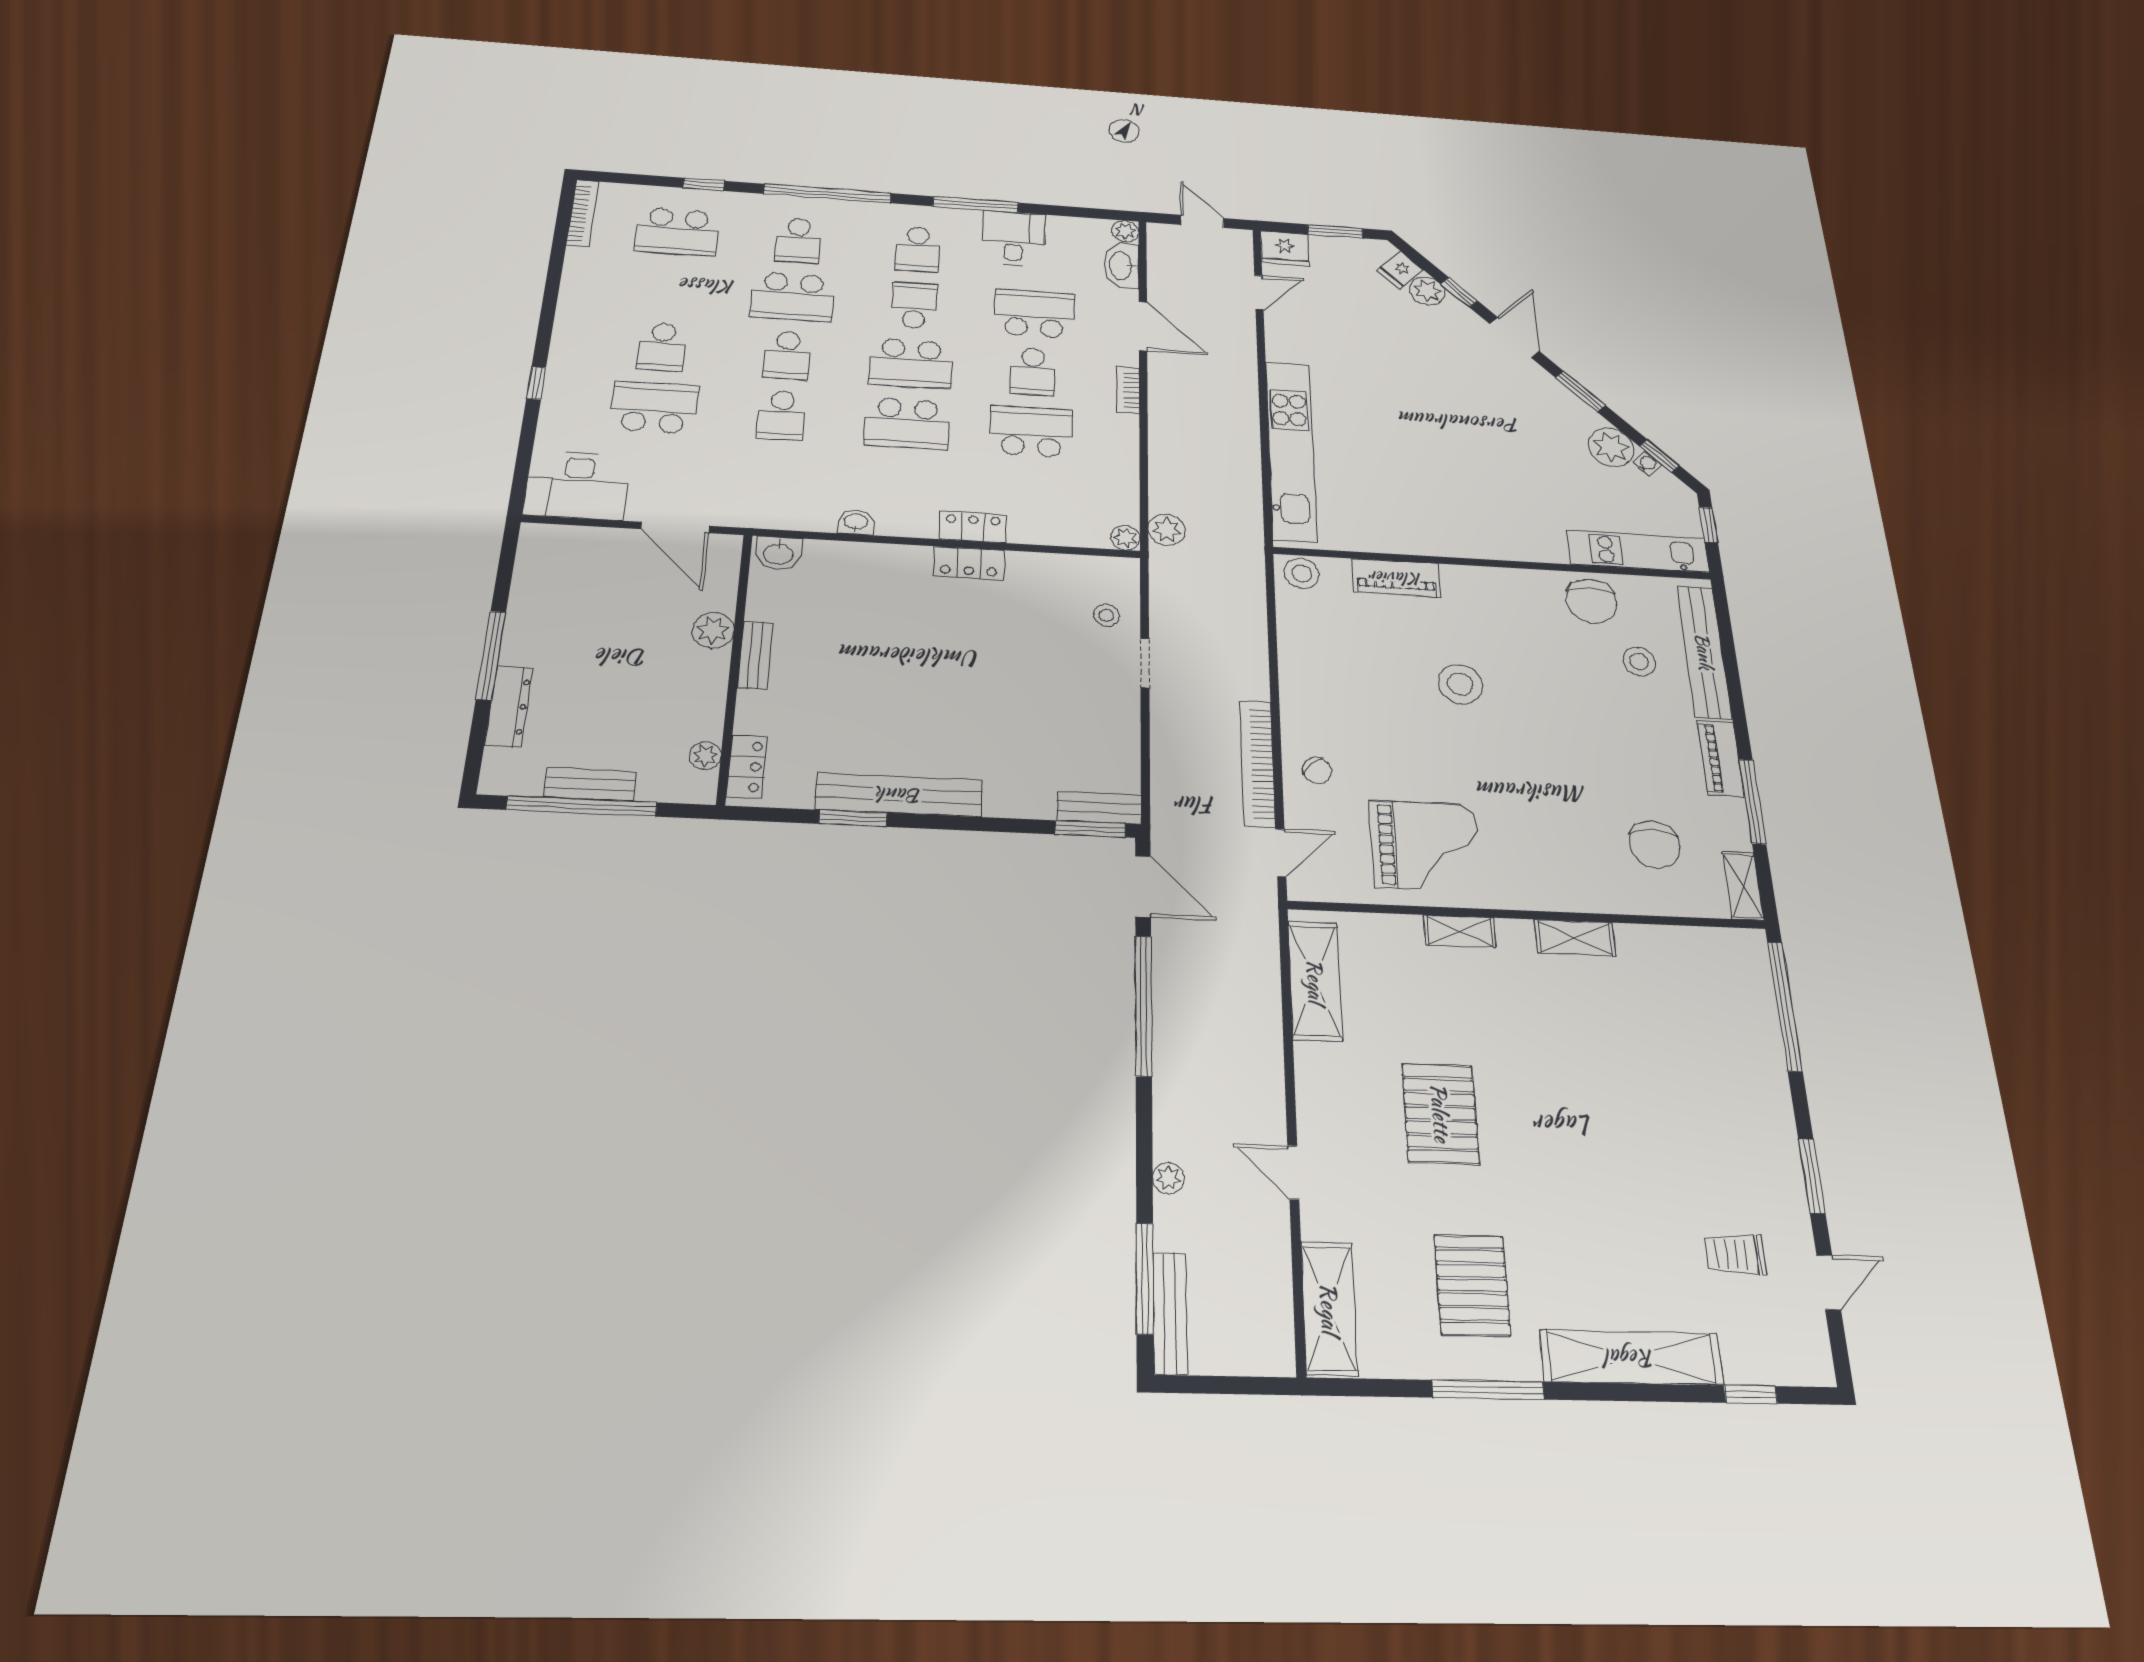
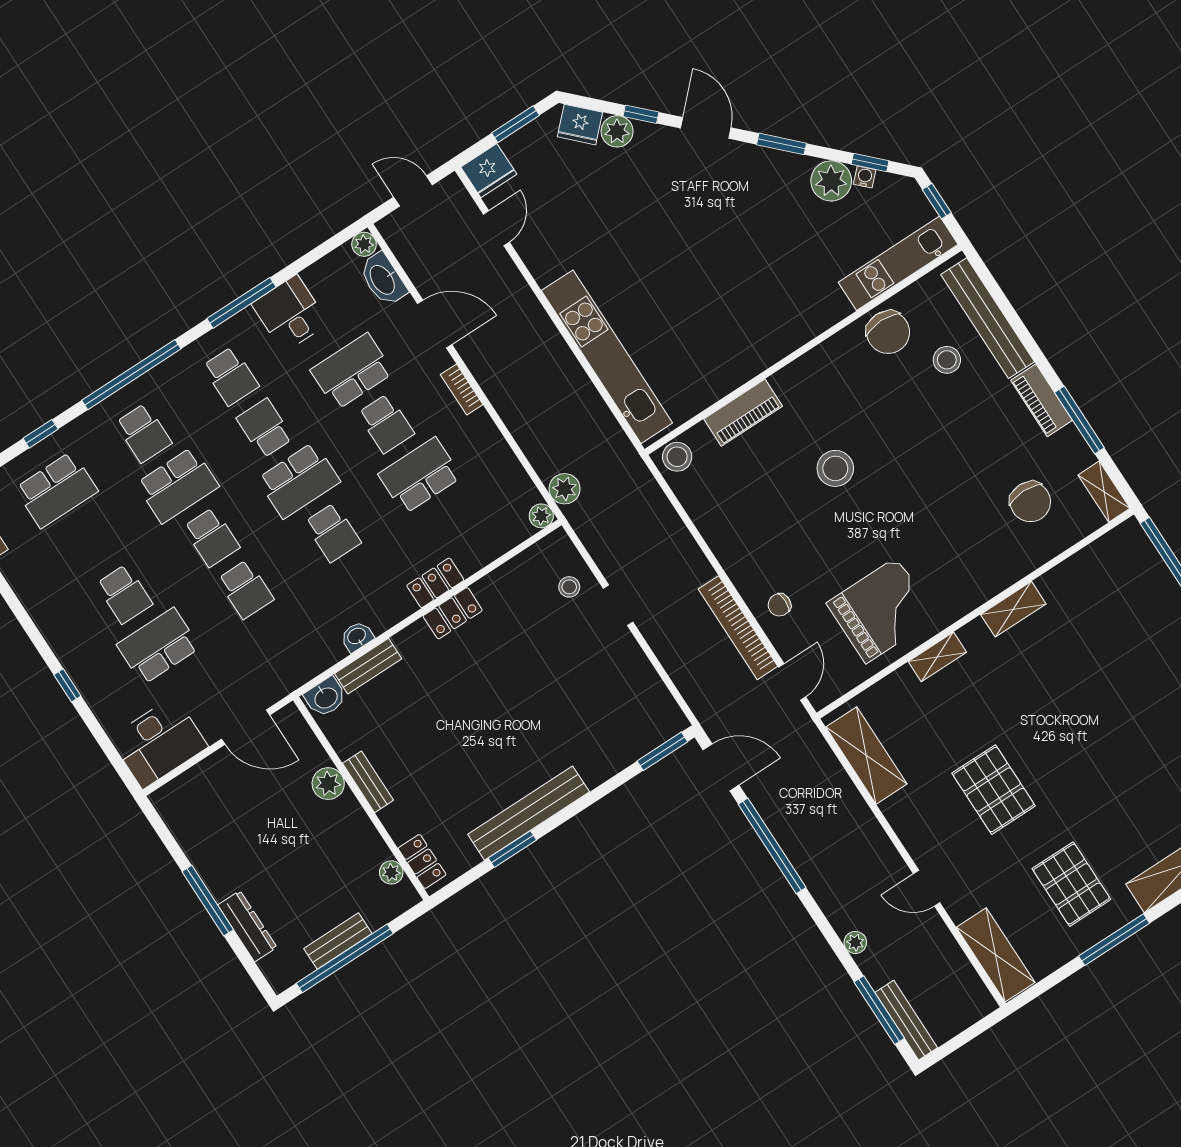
fridge: (1400, 270) -> (580, 125), width x1.38
school desk: (907, 423) -> (333, 532), width x0.54
chair: (1317, 771) -> (779, 605), turned 135
bench: (1099, 808) -> (368, 666), moved

